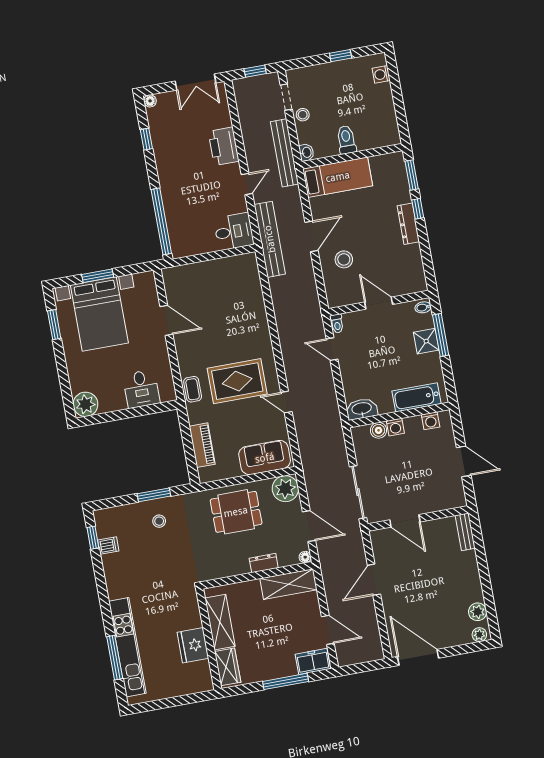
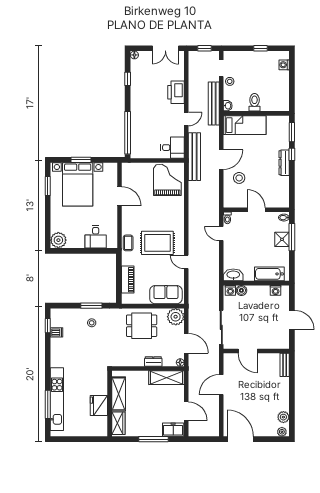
grand piano: (235, 282) -> (167, 180), added
washing machine: (395, 427) -> (230, 290), moved

